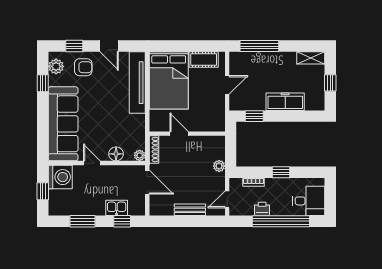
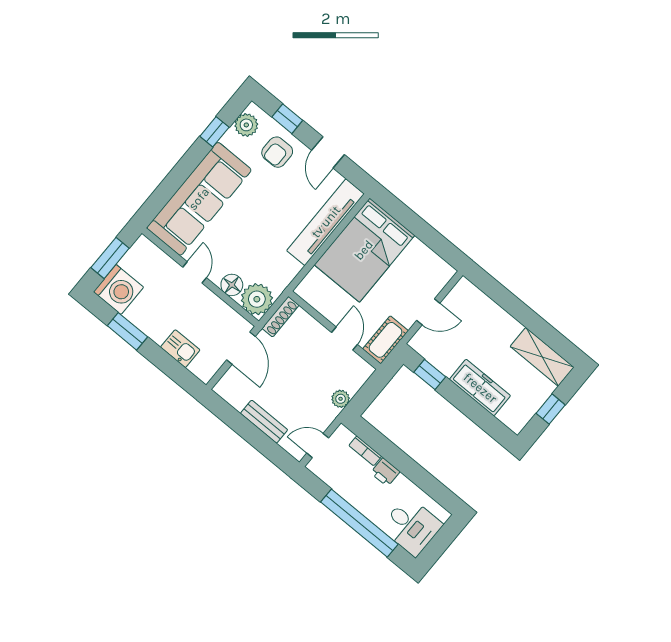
window: (259, 46) -> (504, 298), removed
shelving: (311, 58) -> (542, 357), width x1.50, depth x1.33
cot: (204, 59) -> (386, 340), moved, turned 90
armchair: (83, 67) -> (277, 152), turned 90
door: (179, 134) -> (345, 338), moved
plant: (140, 155) -> (257, 299), width x1.87, depth x1.87
window: (281, 172) -> (407, 466), removed
washing machine: (60, 177) -> (118, 289), moved
window: (43, 191) -> (110, 258), width x1.50
printer: (262, 209) -> (385, 472), moved, turned 180
window: (122, 221) -> (174, 370), removed

